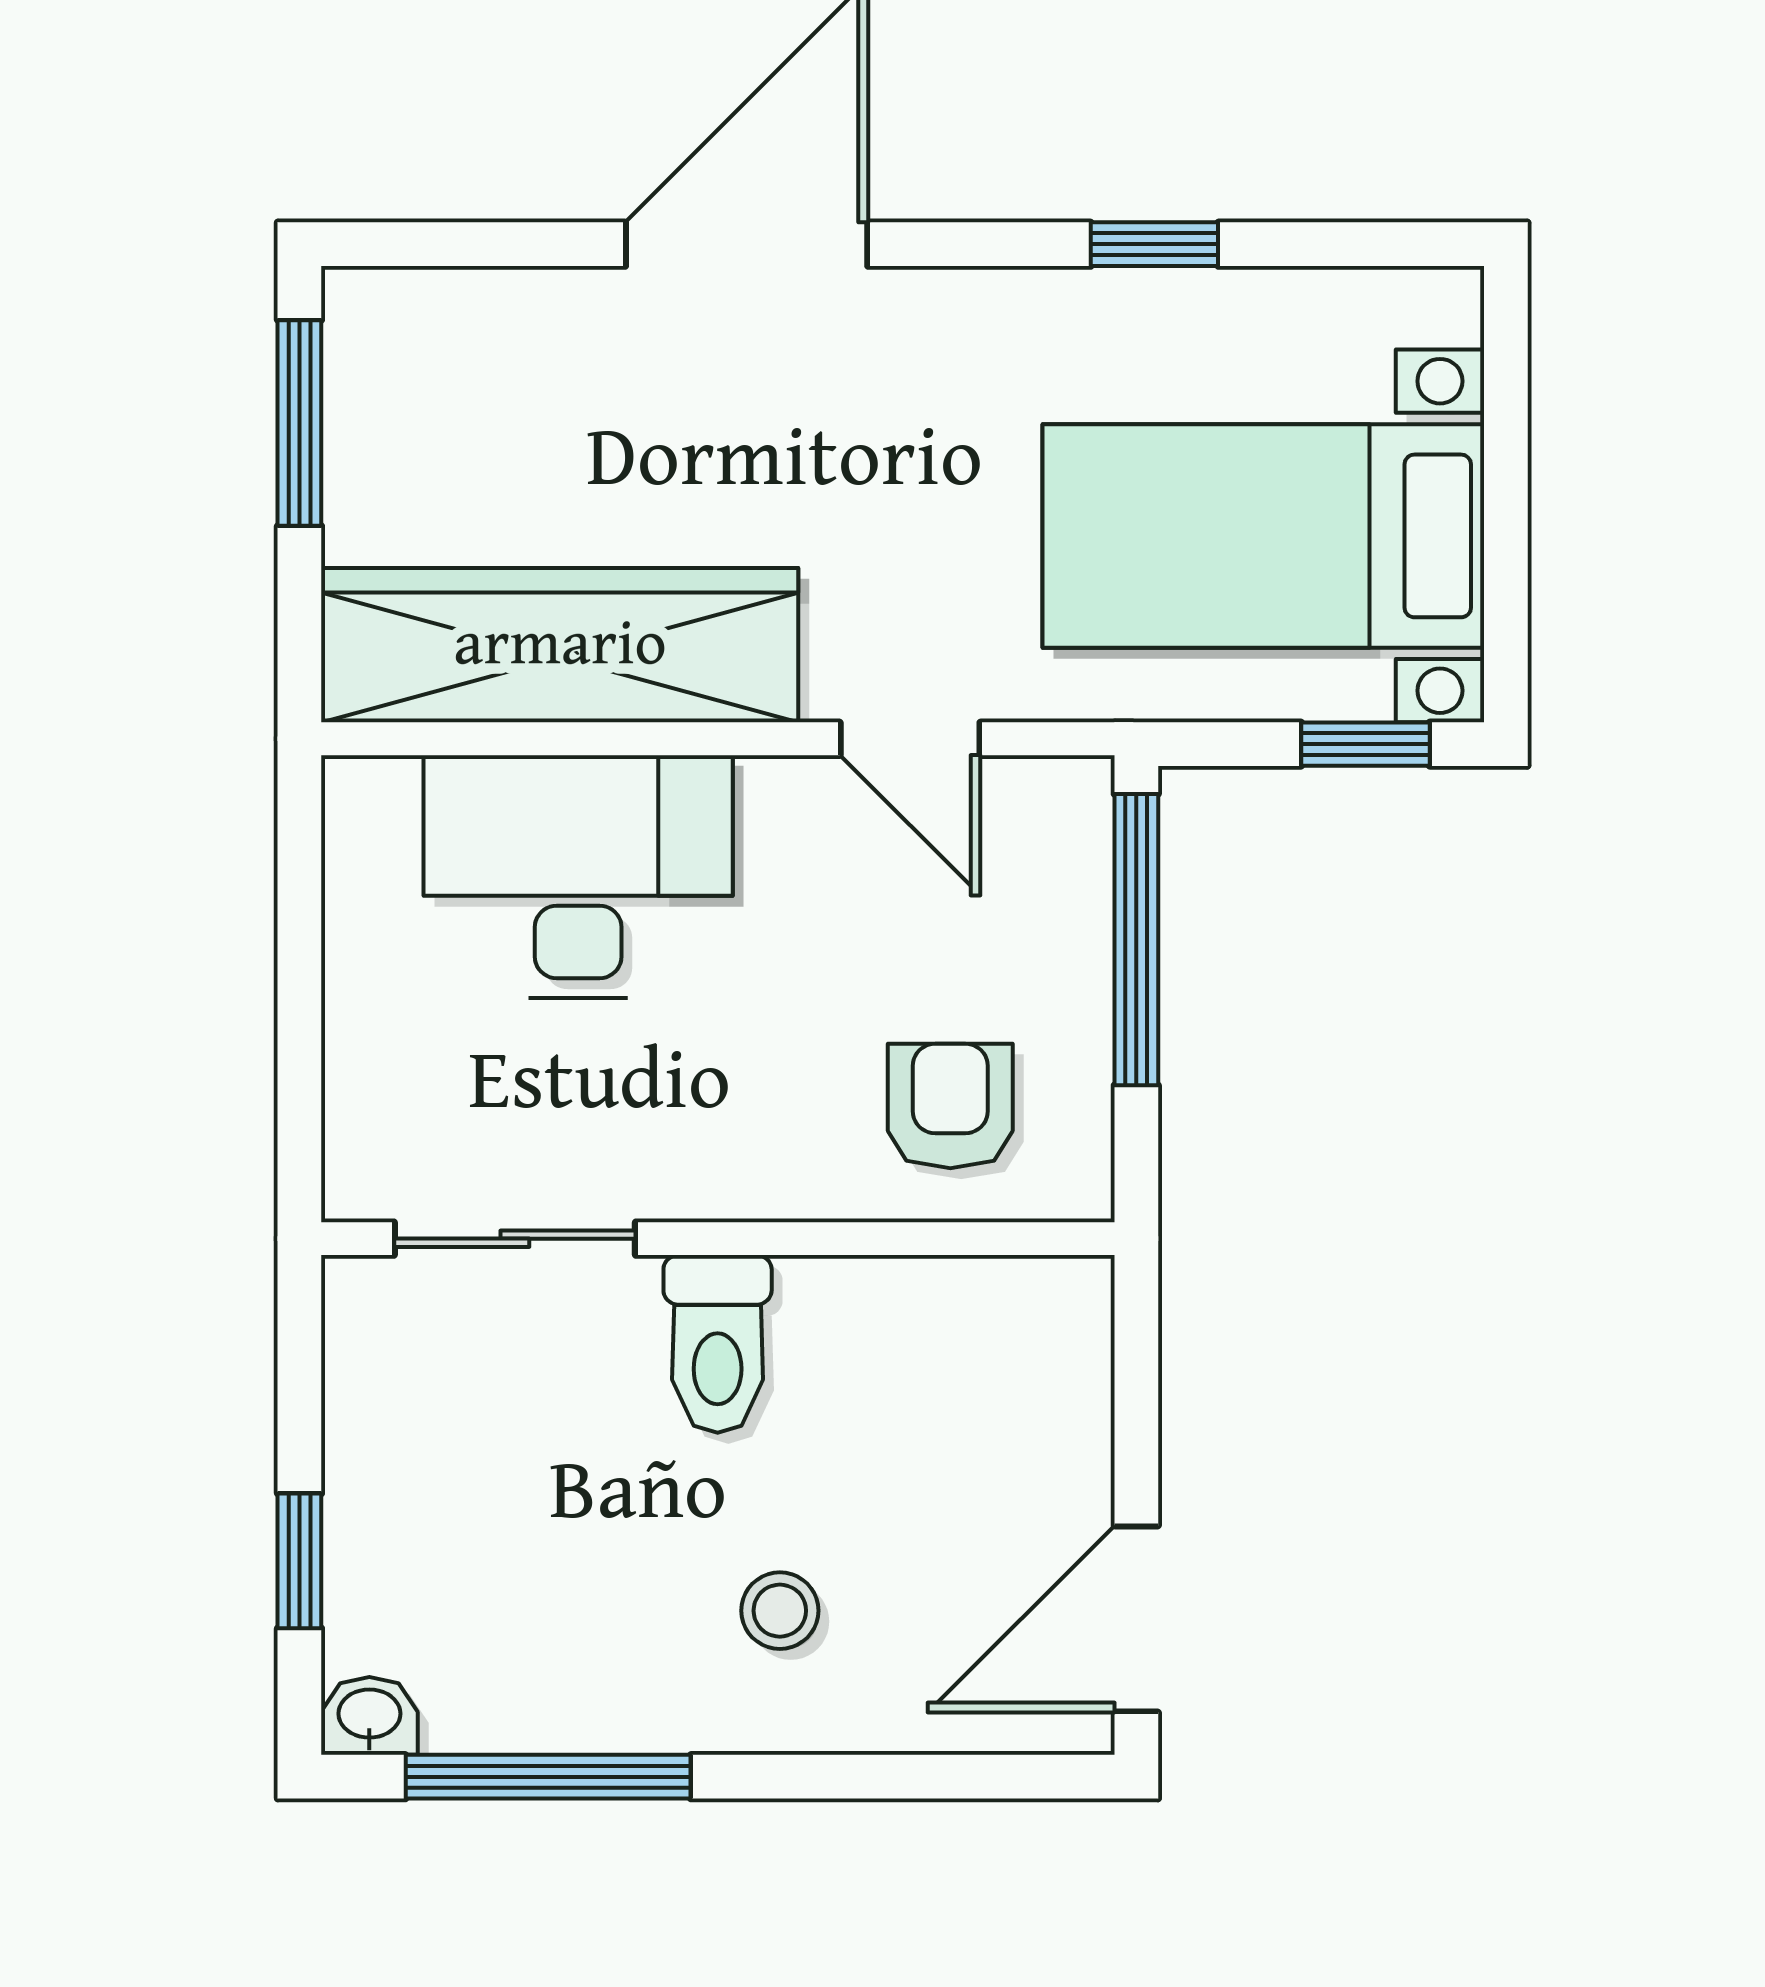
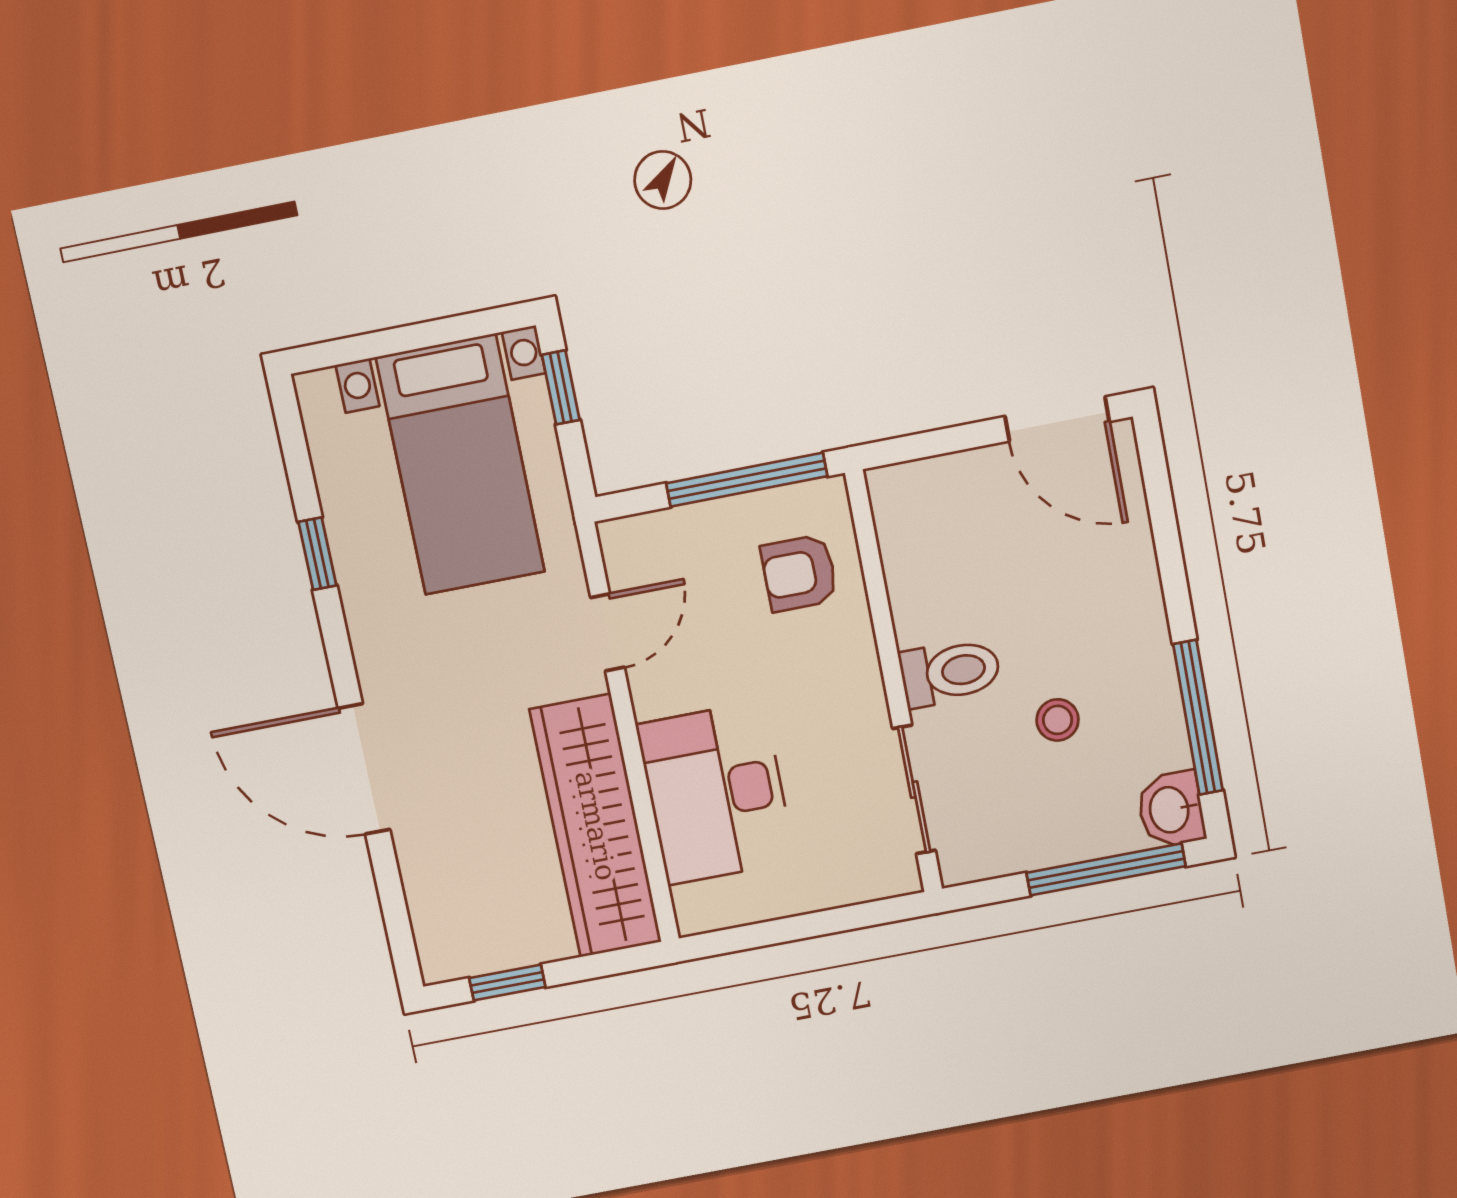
window: (299, 423) -> (507, 982), width x0.67
window: (1136, 940) -> (747, 480), moved
window: (299, 1561) -> (1106, 869), width x2.17
stool: (780, 1611) -> (1058, 720), moved
washbasin: (369, 1716) -> (1171, 809), width x1.38, depth x1.45

